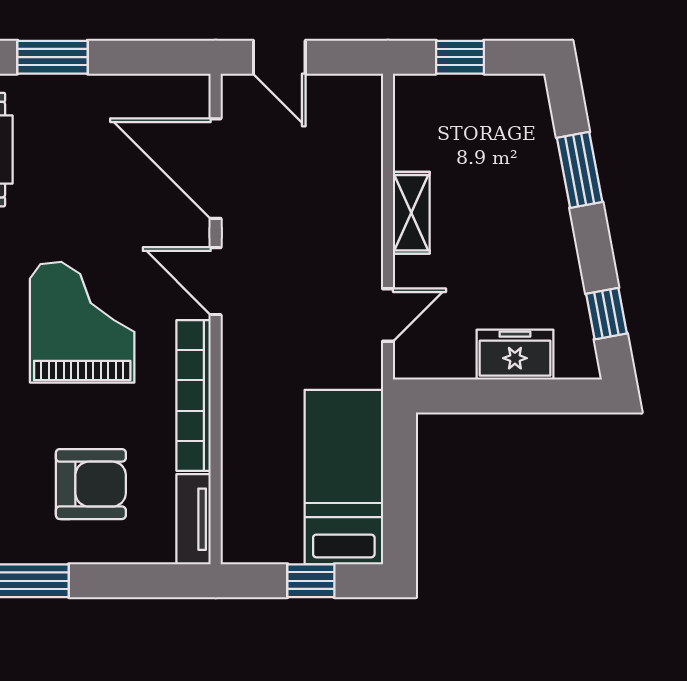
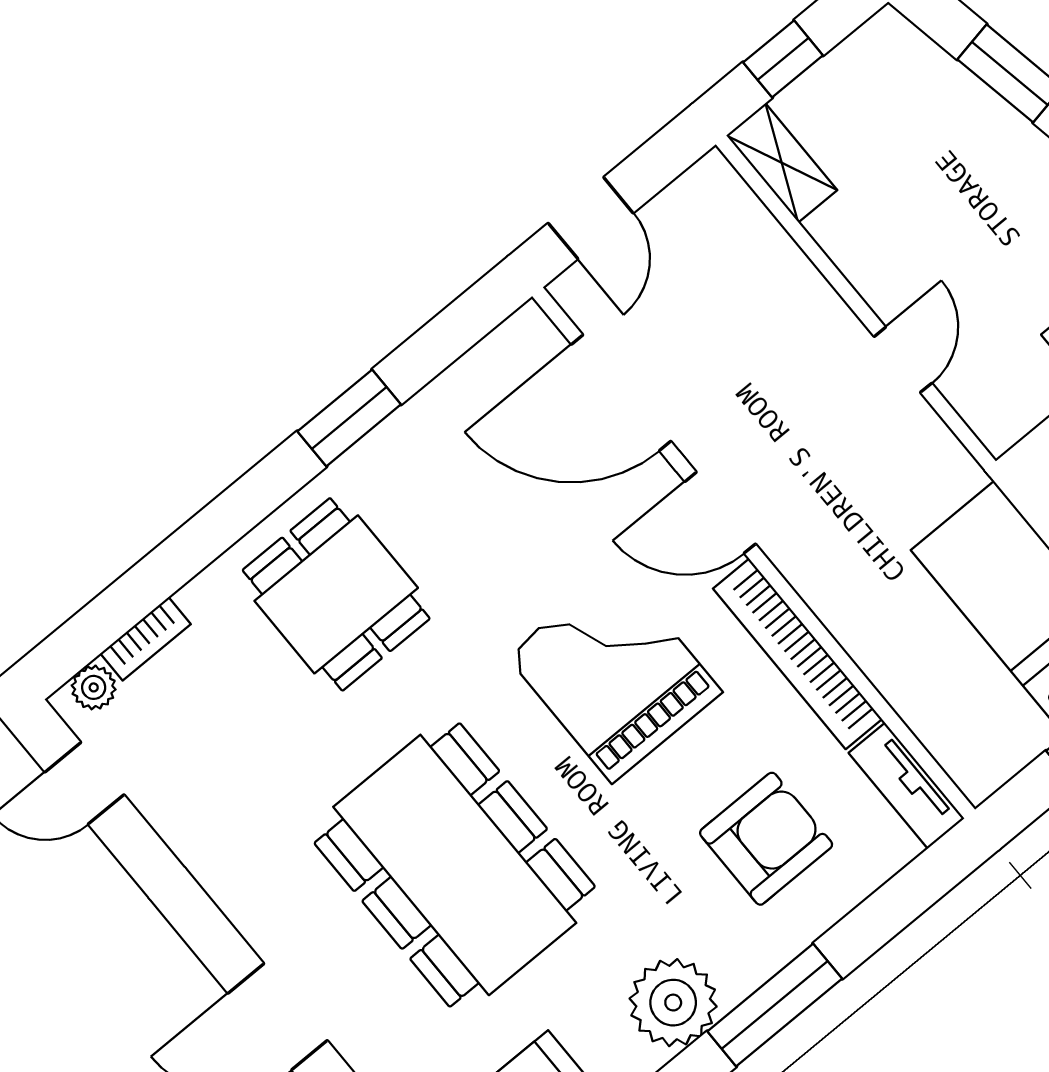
door: (279, 57) -> (591, 218), hinge flipped
shelving: (411, 213) -> (782, 163), moved
door: (388, 315) -> (903, 360), moved

